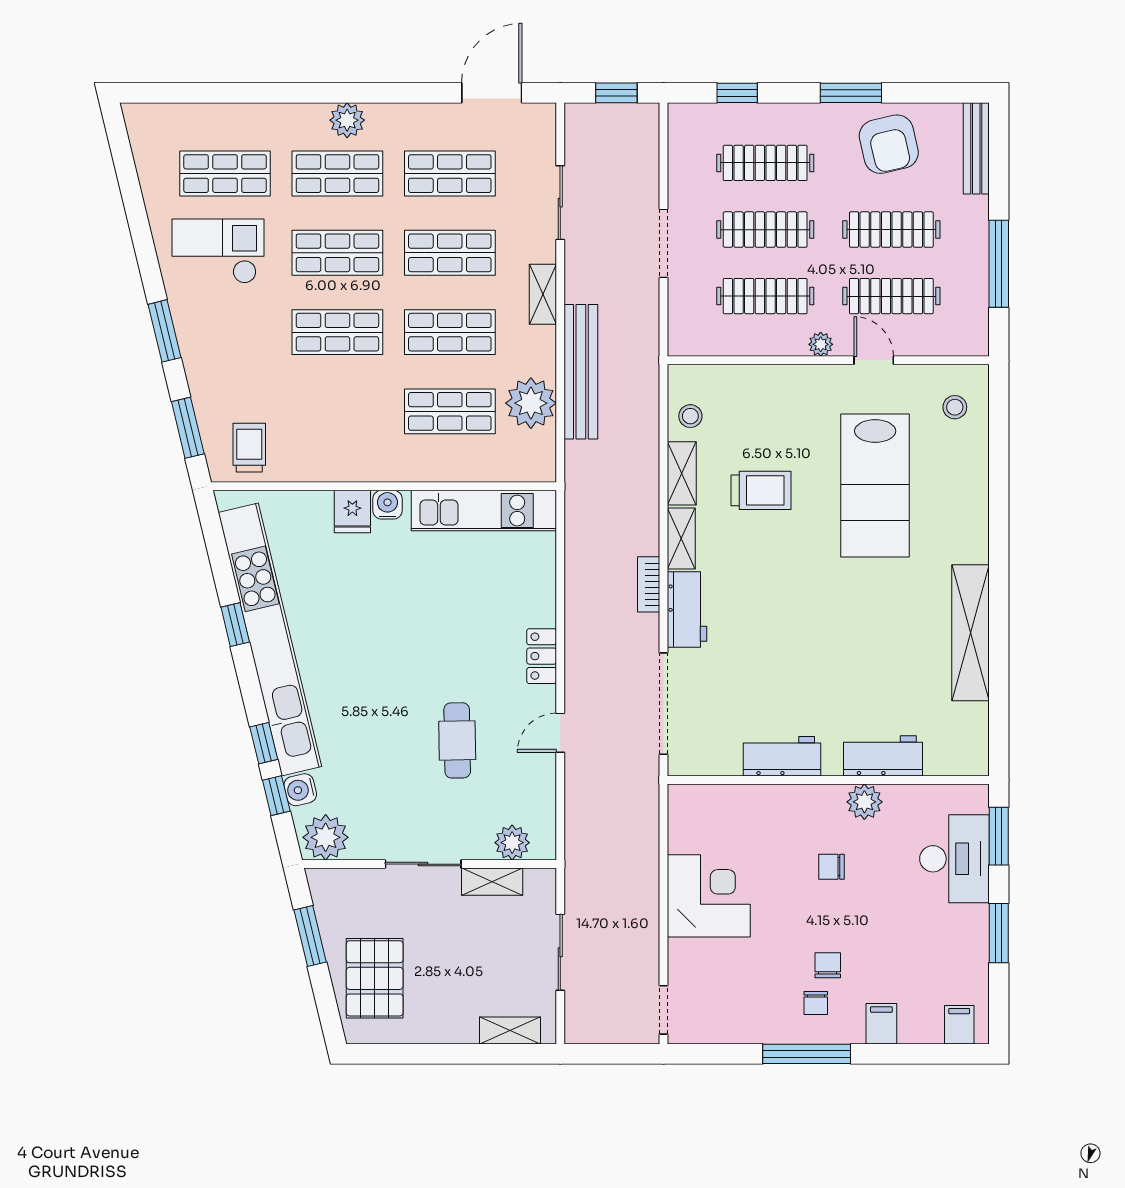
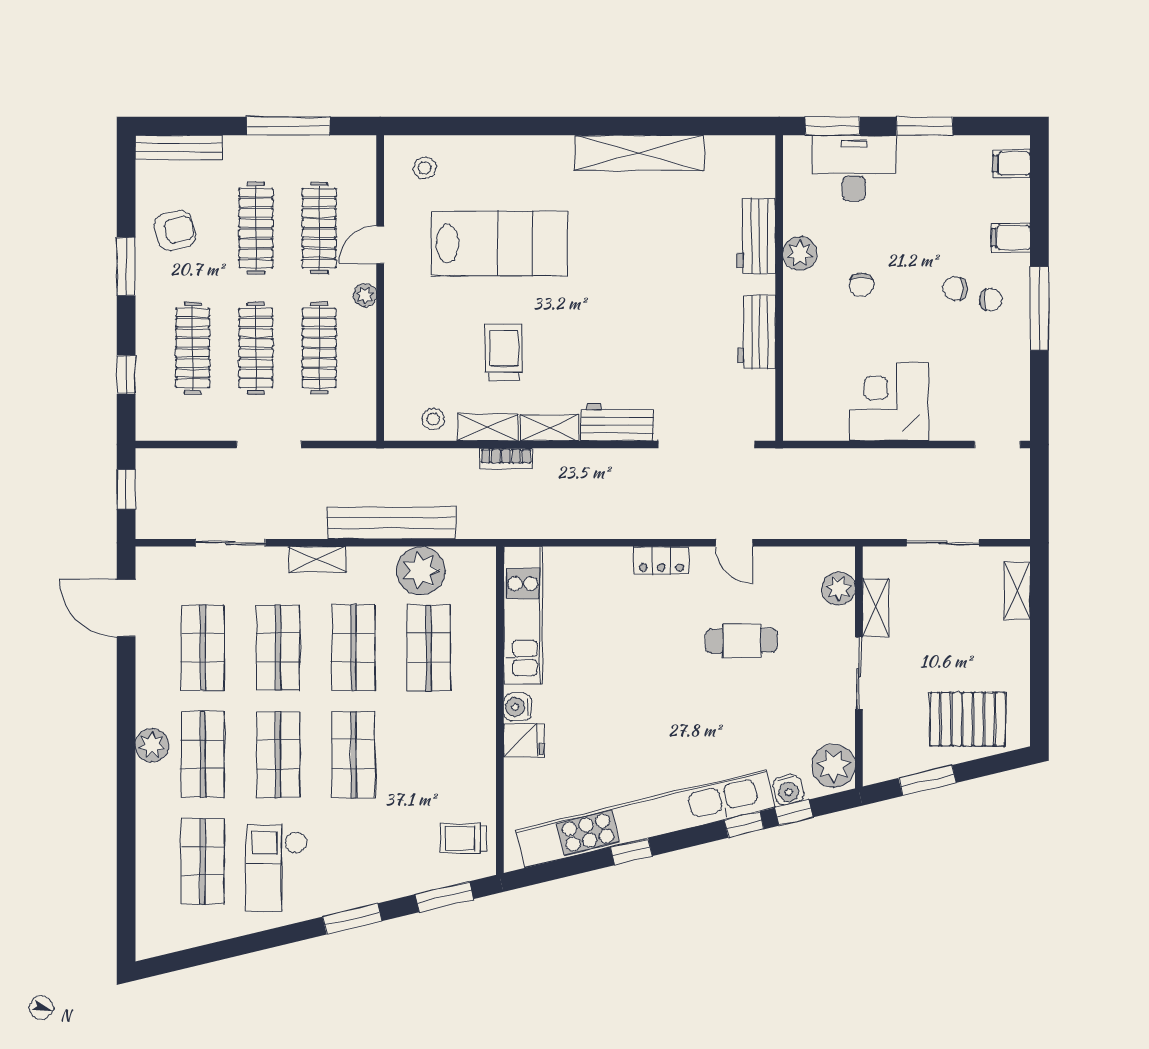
armchair: (889, 144) -> (175, 231), width x0.72, depth x0.72
bookcase: (649, 584) -> (506, 459), moved

